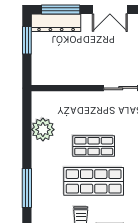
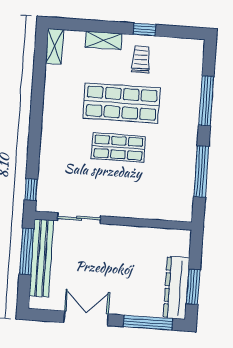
dresser: (56, 23) -> (176, 288), moved, turned -90
plant: (43, 130) -> (181, 173), removed
window: (27, 132) -> (201, 171), added

